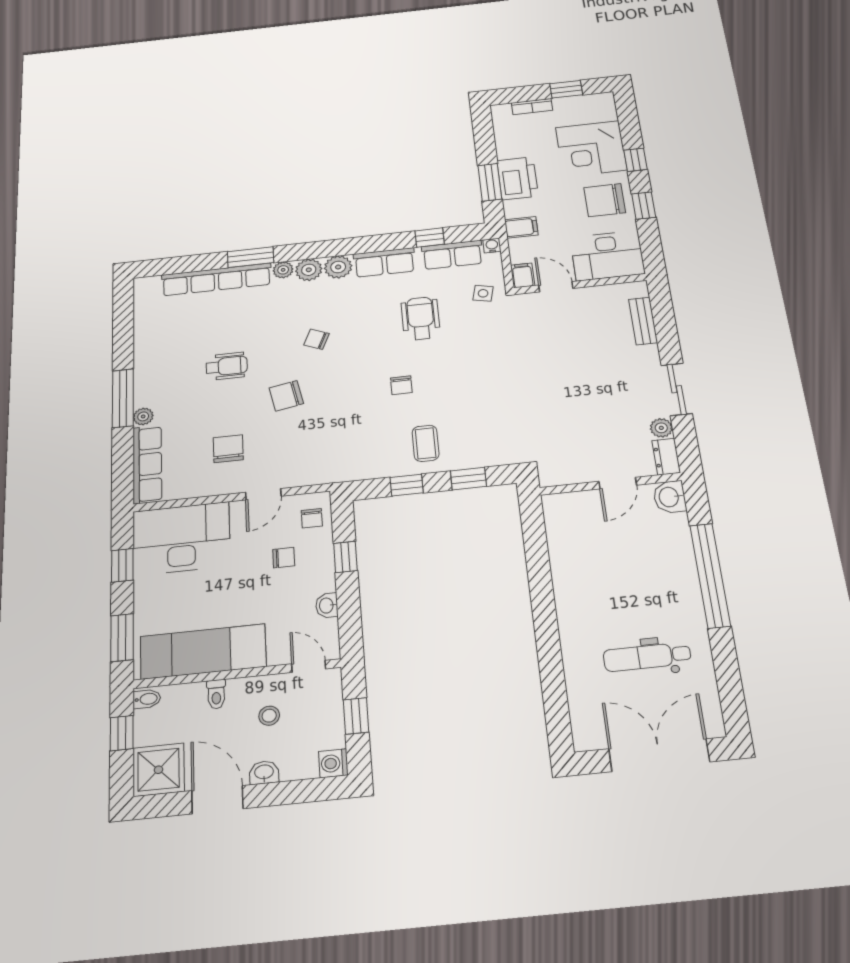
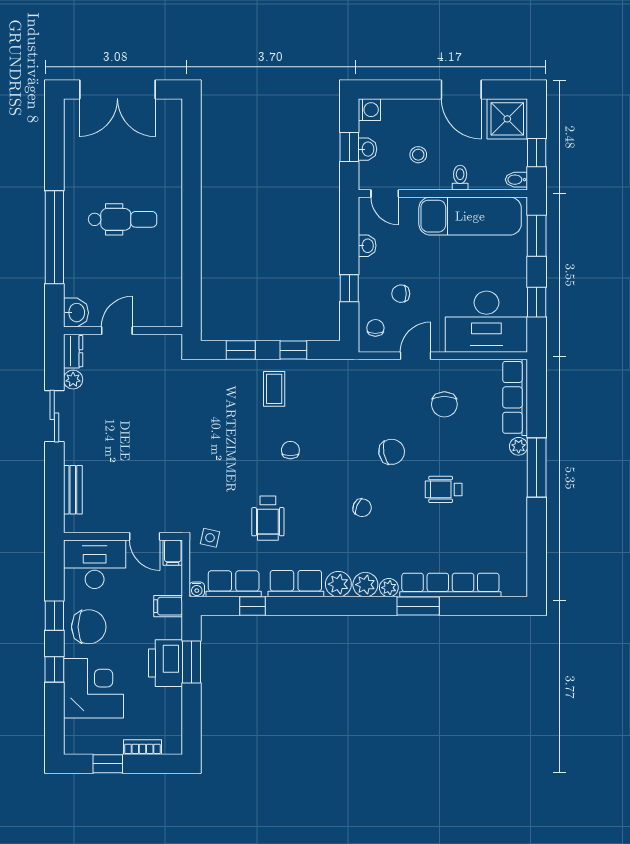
dental chair: (647, 657) -> (123, 219), moved
washbasin: (264, 772) -> (368, 149), moved, turned -90

